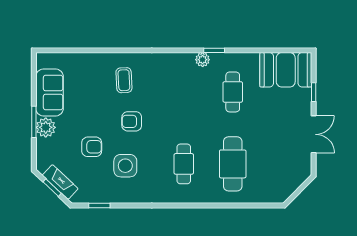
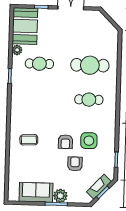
plant: (203, 60) -> (17, 50), moved
armchair: (132, 121) -> (65, 142), moved

